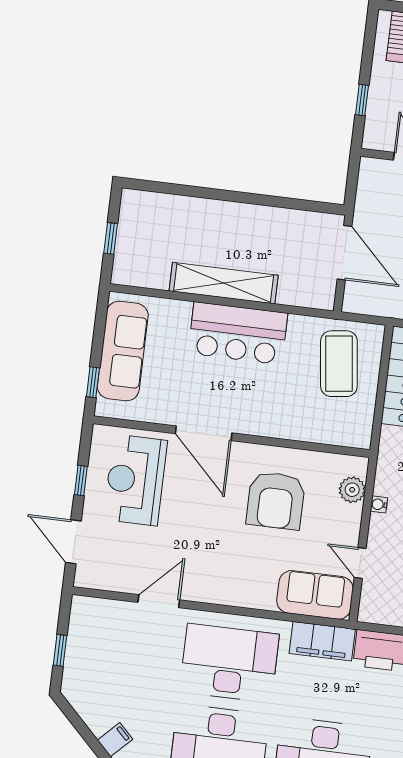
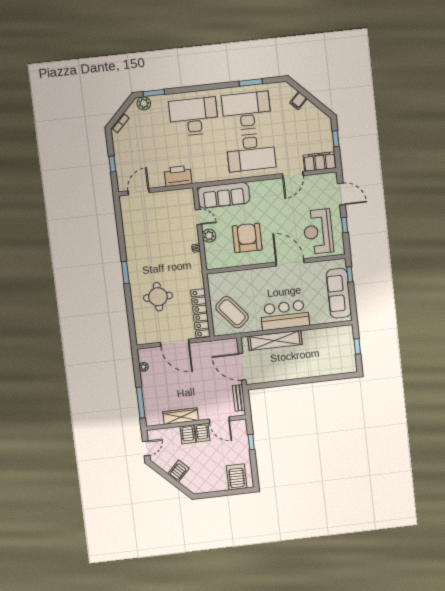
bench: (366, 193) -> (239, 398), added
shelving: (224, 283) -> (275, 340), moved
coffee table: (339, 364) -> (232, 312), turned -33
reception desk: (135, 480) -> (318, 232), turned 180
plant: (352, 490) -> (209, 236), moved
sofa: (315, 595) -> (224, 195), width x1.36
filing cabinet: (322, 641) -> (320, 162), moved

